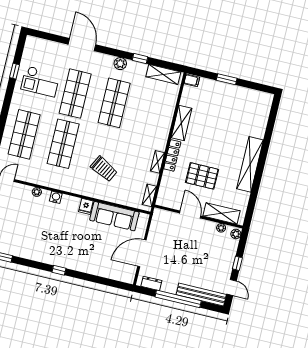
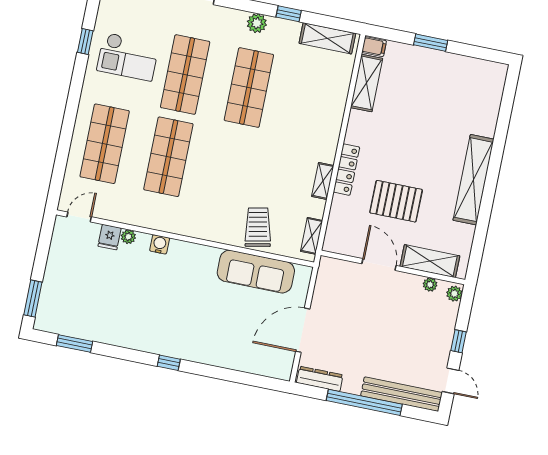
shelving: (182, 123) -> (367, 83), moved
trolley: (104, 169) -> (258, 227), moved, turned -128
fridge: (86, 206) -> (110, 237), moved
dresser: (151, 283) -> (320, 379), width x1.44

